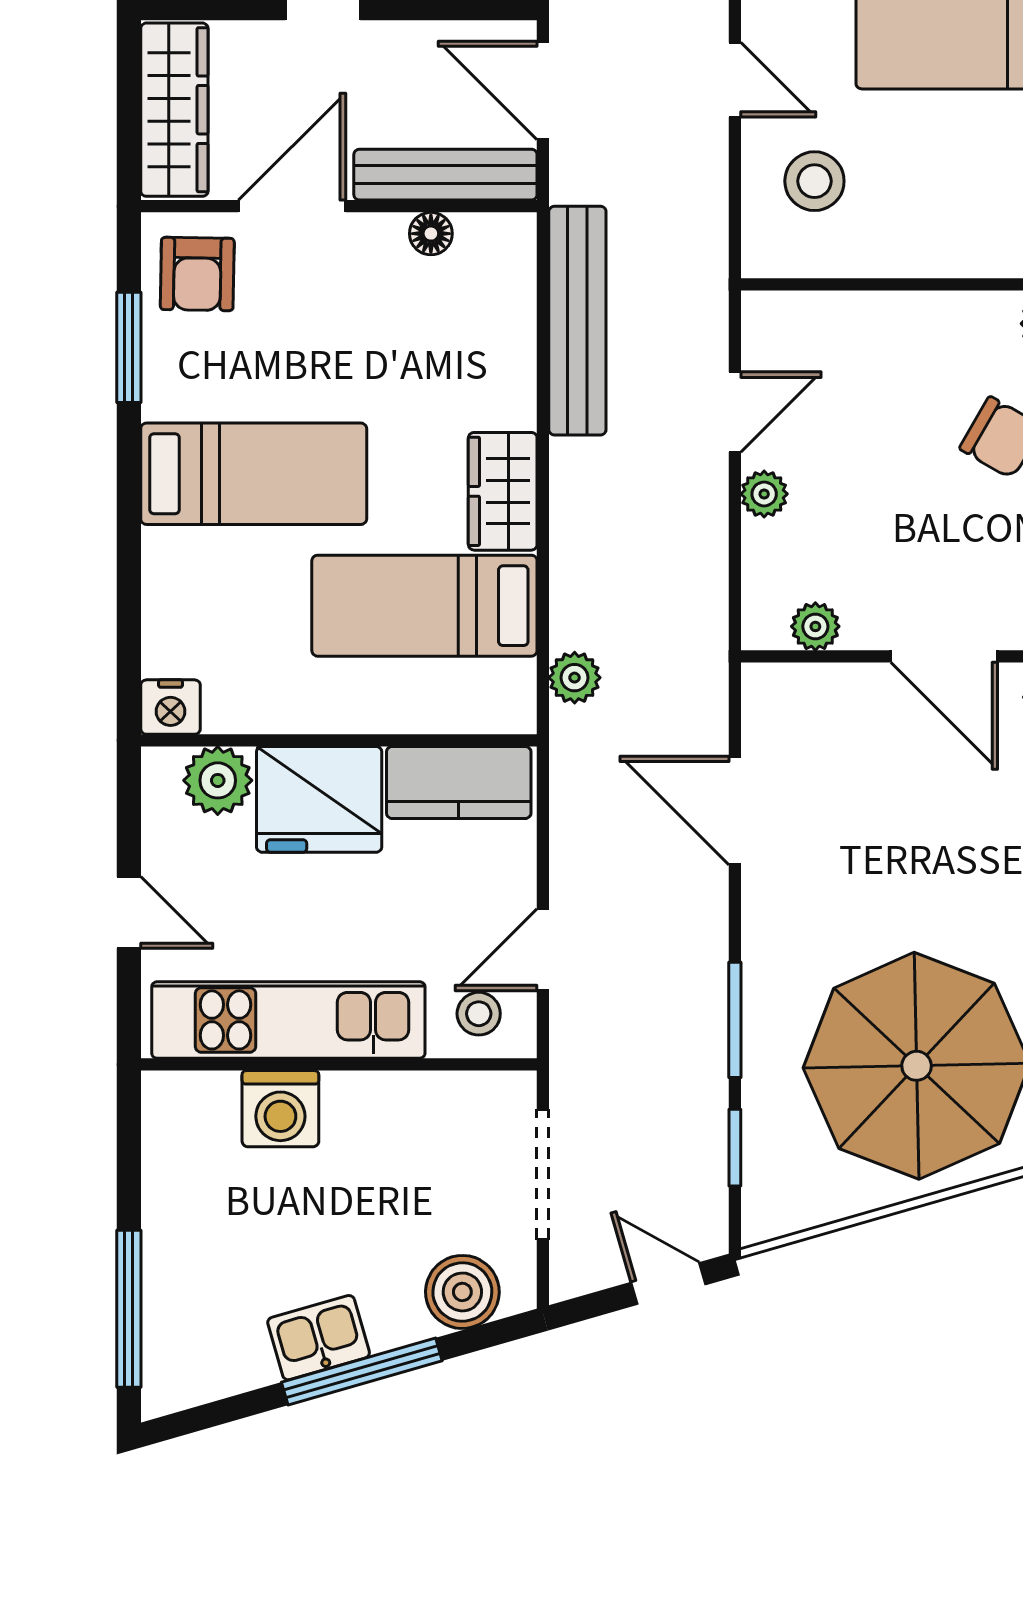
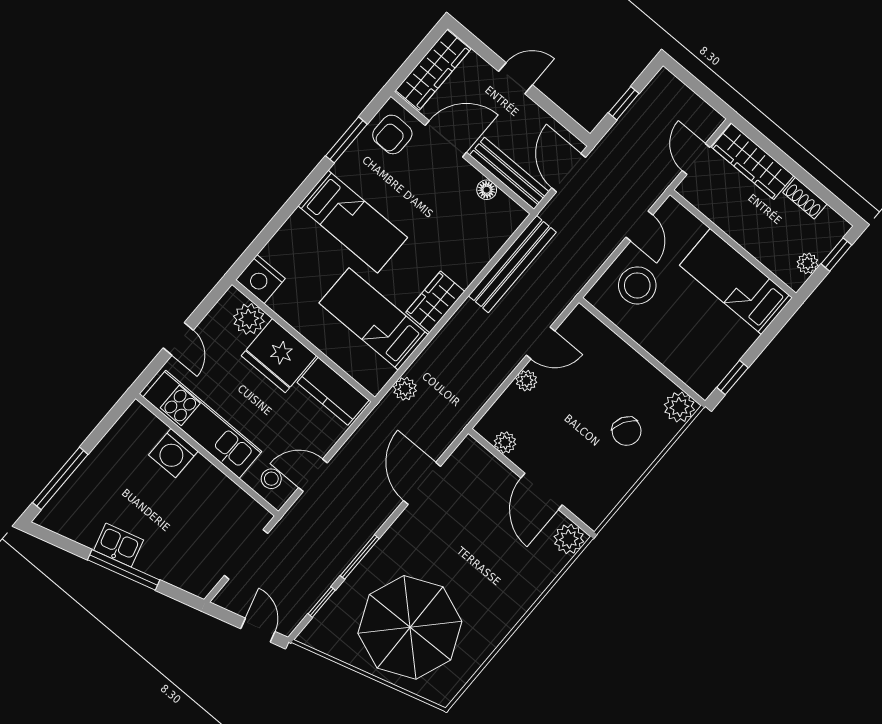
stool: (814, 181) -> (637, 285), width x1.38, depth x1.38
nightstand: (171, 707) -> (260, 279), width x1.36, depth x1.33
boiler: (462, 1292) -> (183, 572), removed

